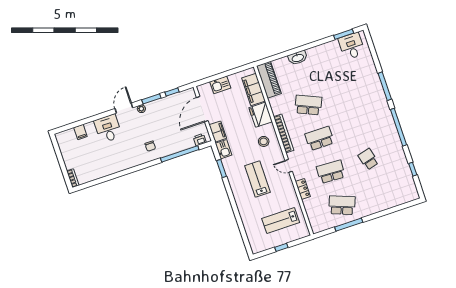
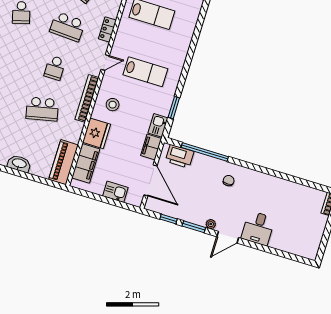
school desk: (308, 105) -> (42, 109), turned -36
door: (202, 109) -> (151, 180), hinge flipped
filing cabinet: (80, 132) -> (288, 244), removed
school desk: (320, 138) -> (55, 68), width x0.54
printer: (200, 140) -> (180, 156), width x1.87, depth x1.48
door: (289, 166) -> (105, 63), hinge flipped
lab bench: (257, 179) -> (145, 72), turned -90

